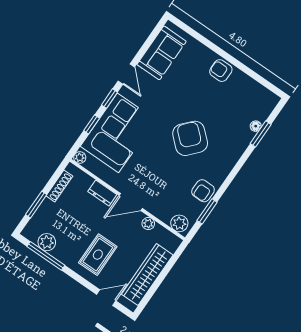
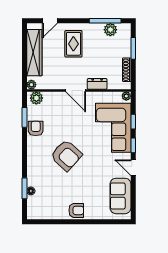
door: (131, 202) -> (76, 90), swing flipped
plant: (148, 224) -> (31, 85), moved

